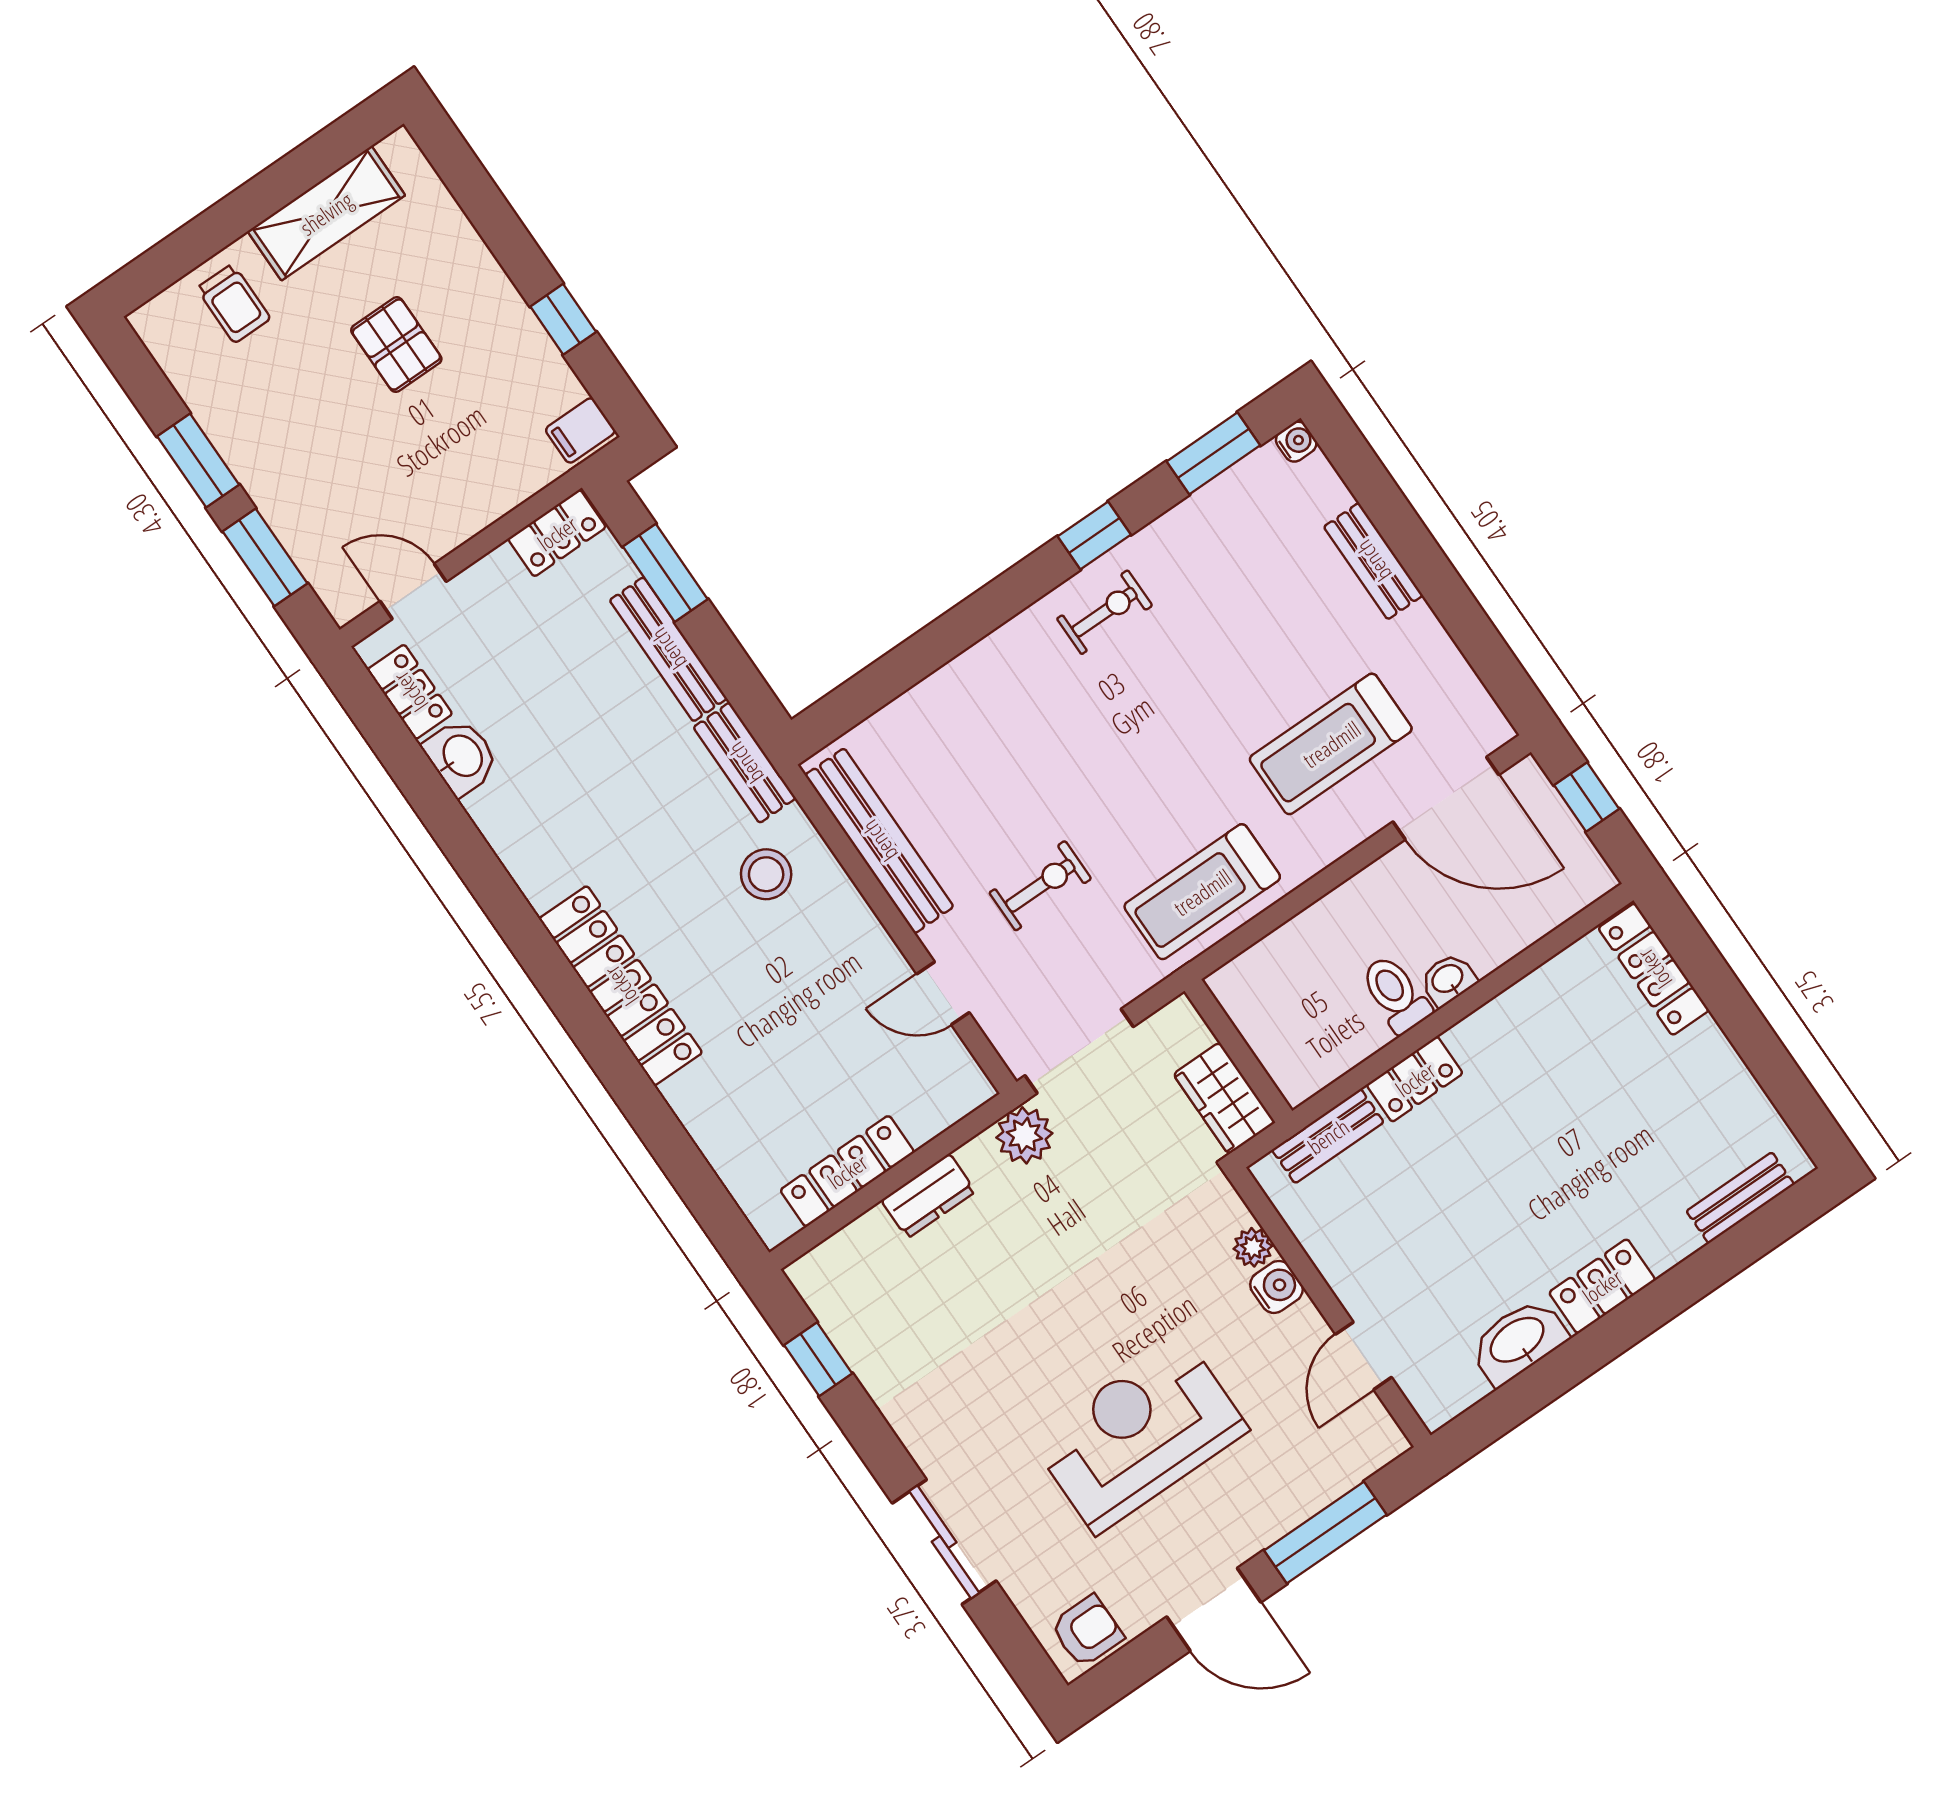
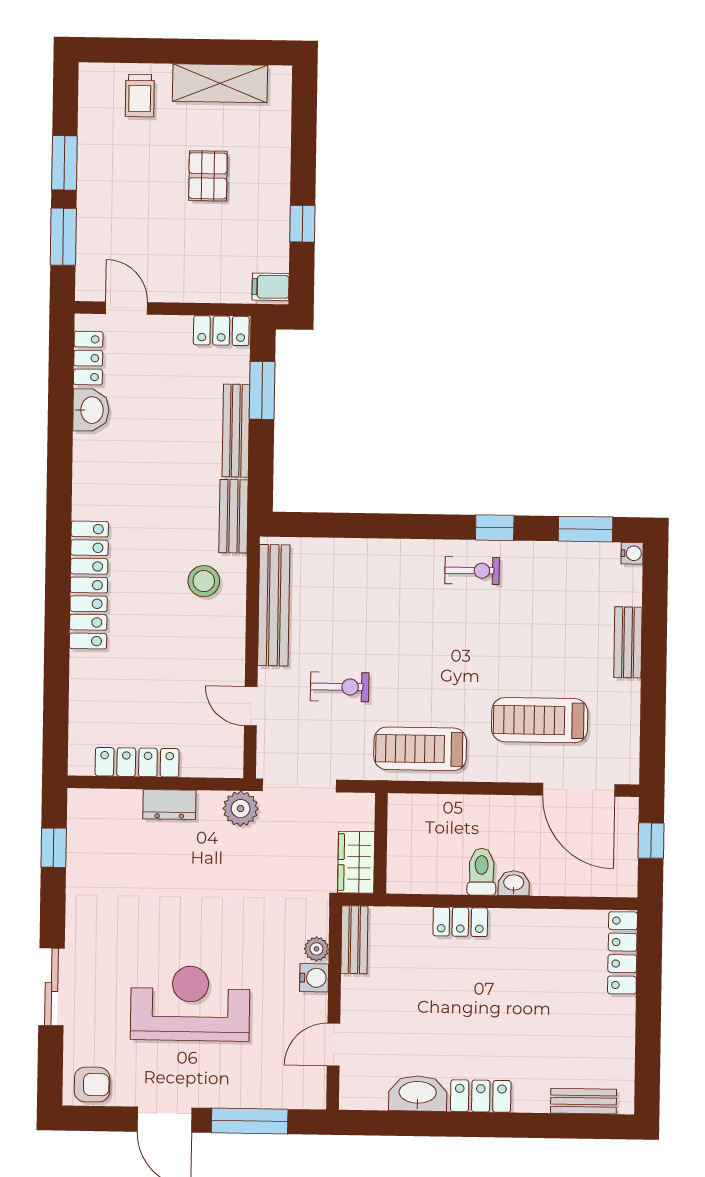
bench: (1328, 1136) -> (354, 940), moved, turned 90

